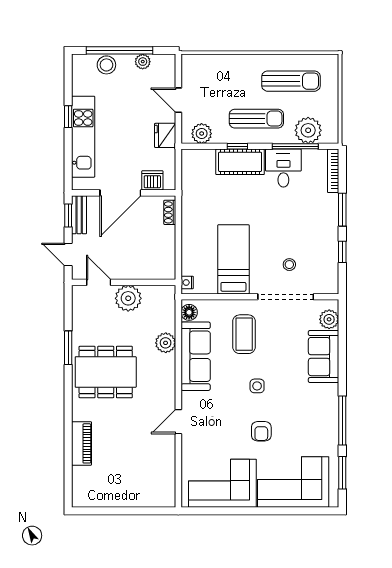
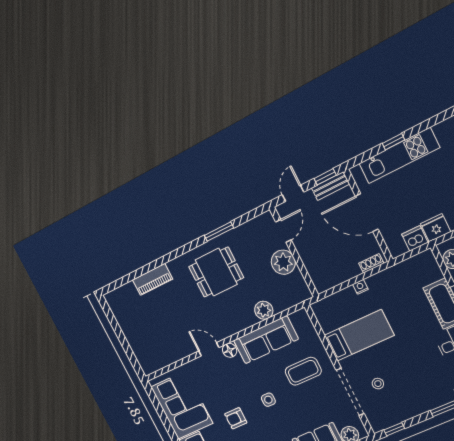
window: (68, 117) -> (393, 142), moved
dishwasher: (152, 180) -> (415, 238), moved, turned -90
window: (342, 252) -> (394, 429), moved
nightstand: (187, 282) -> (360, 287), moved
floor lamp: (189, 312) -> (230, 350), moved
dining table: (106, 372) -> (216, 272), width x0.73

